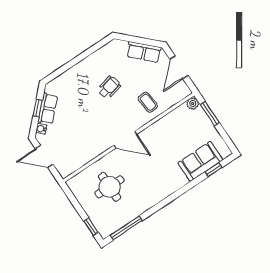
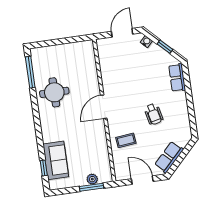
plant: (193, 104) -> (92, 179), moved
row of seats: (48, 109) -> (177, 78), moved, turned 45
round table: (110, 187) -> (54, 92), moved
window: (91, 227) -> (45, 44), removed

